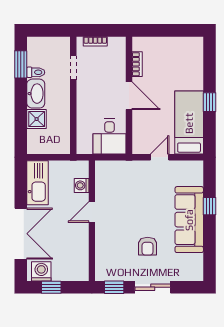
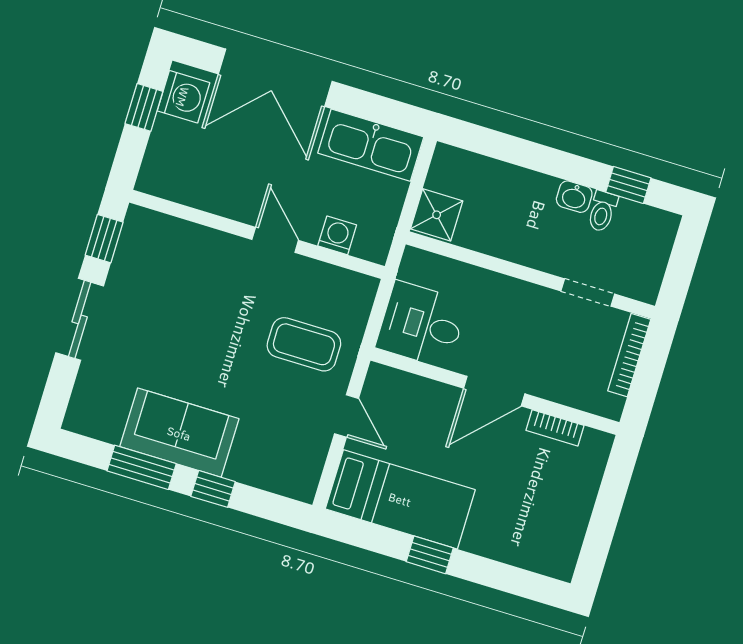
bookcase: (95, 41) -> (629, 355), width x1.56
window: (21, 64) -> (628, 185), width x0.67
washbasin: (36, 94) -> (574, 197), width x0.52, depth x0.69
shower: (37, 119) -> (437, 215), moved
coffee table: (134, 185) -> (304, 344), added
sofa: (189, 220) -> (179, 433), width x0.73
window: (209, 240) -> (142, 467), added
armchair: (148, 246) -> (169, 334), removed

